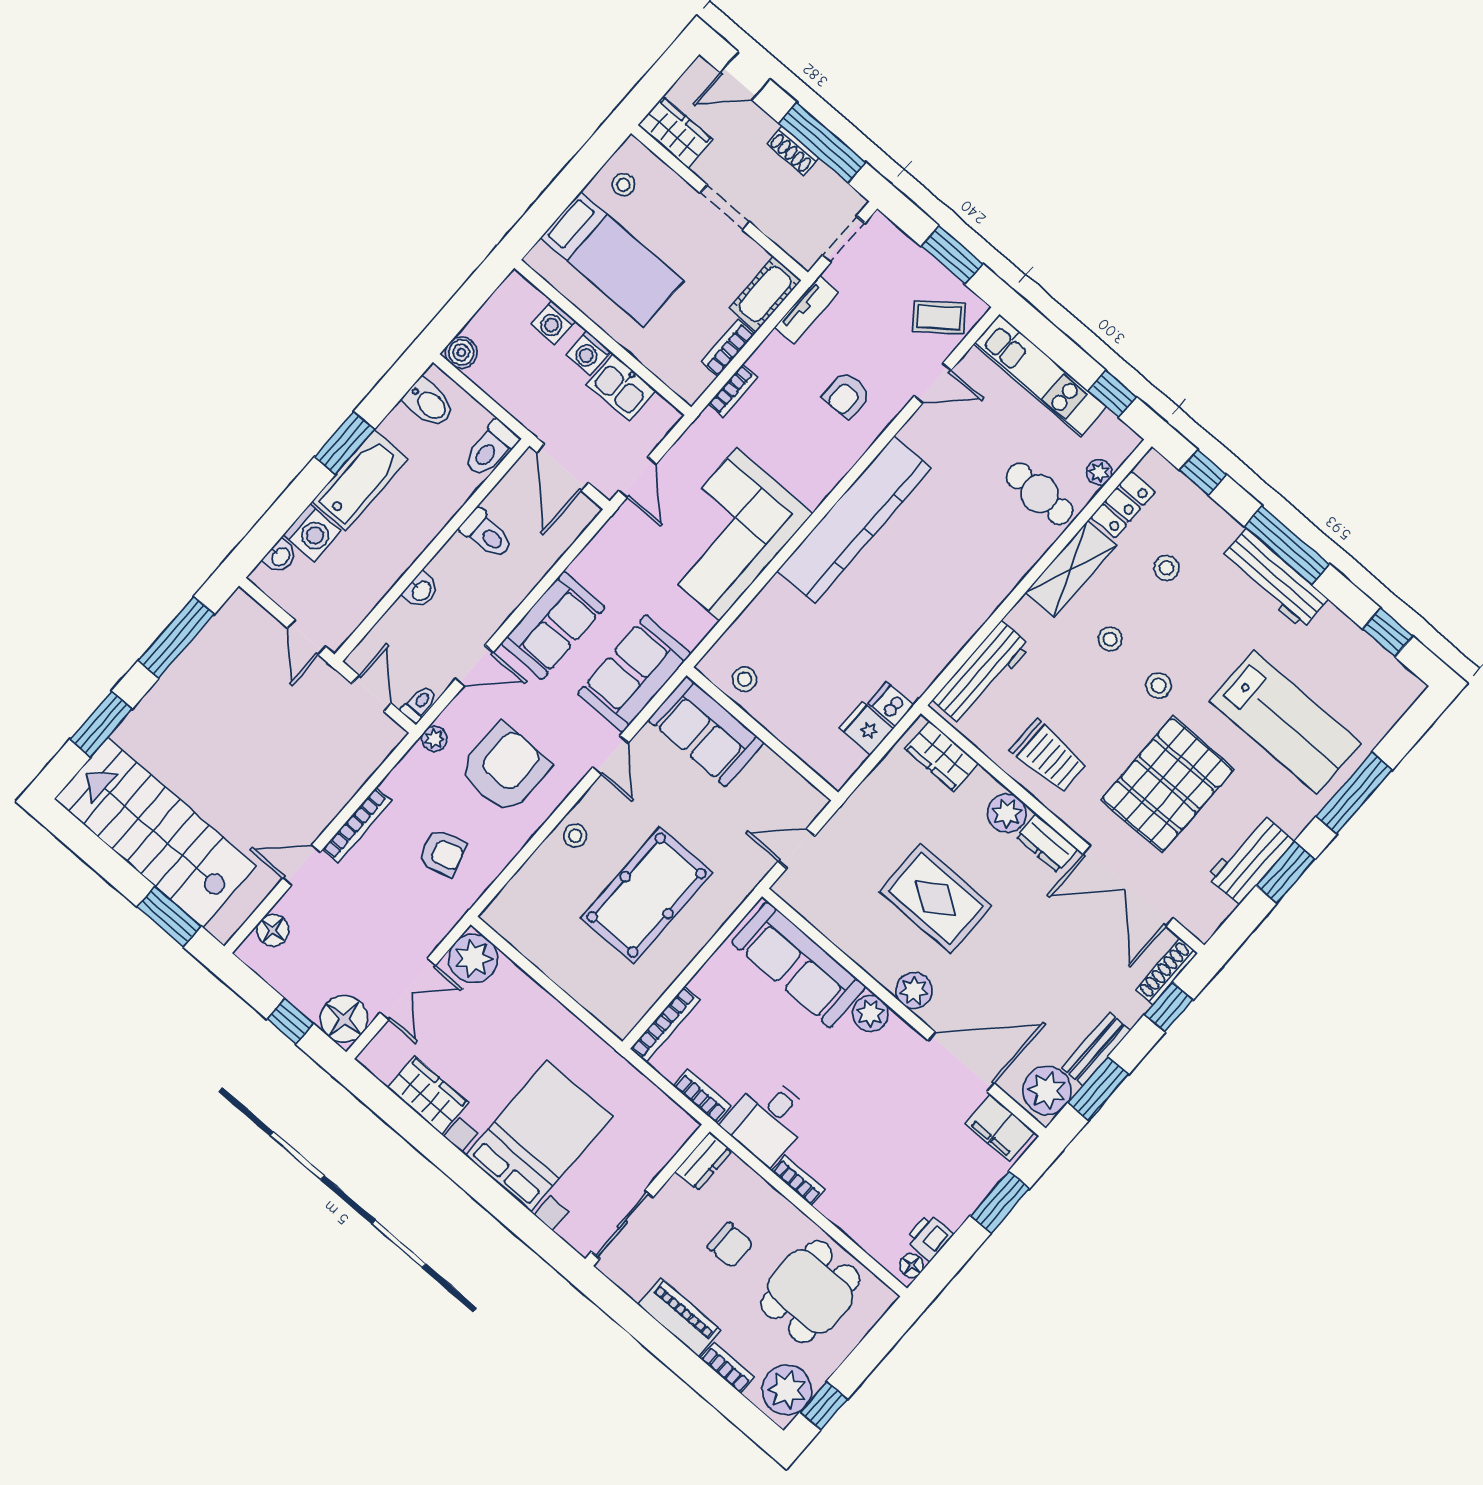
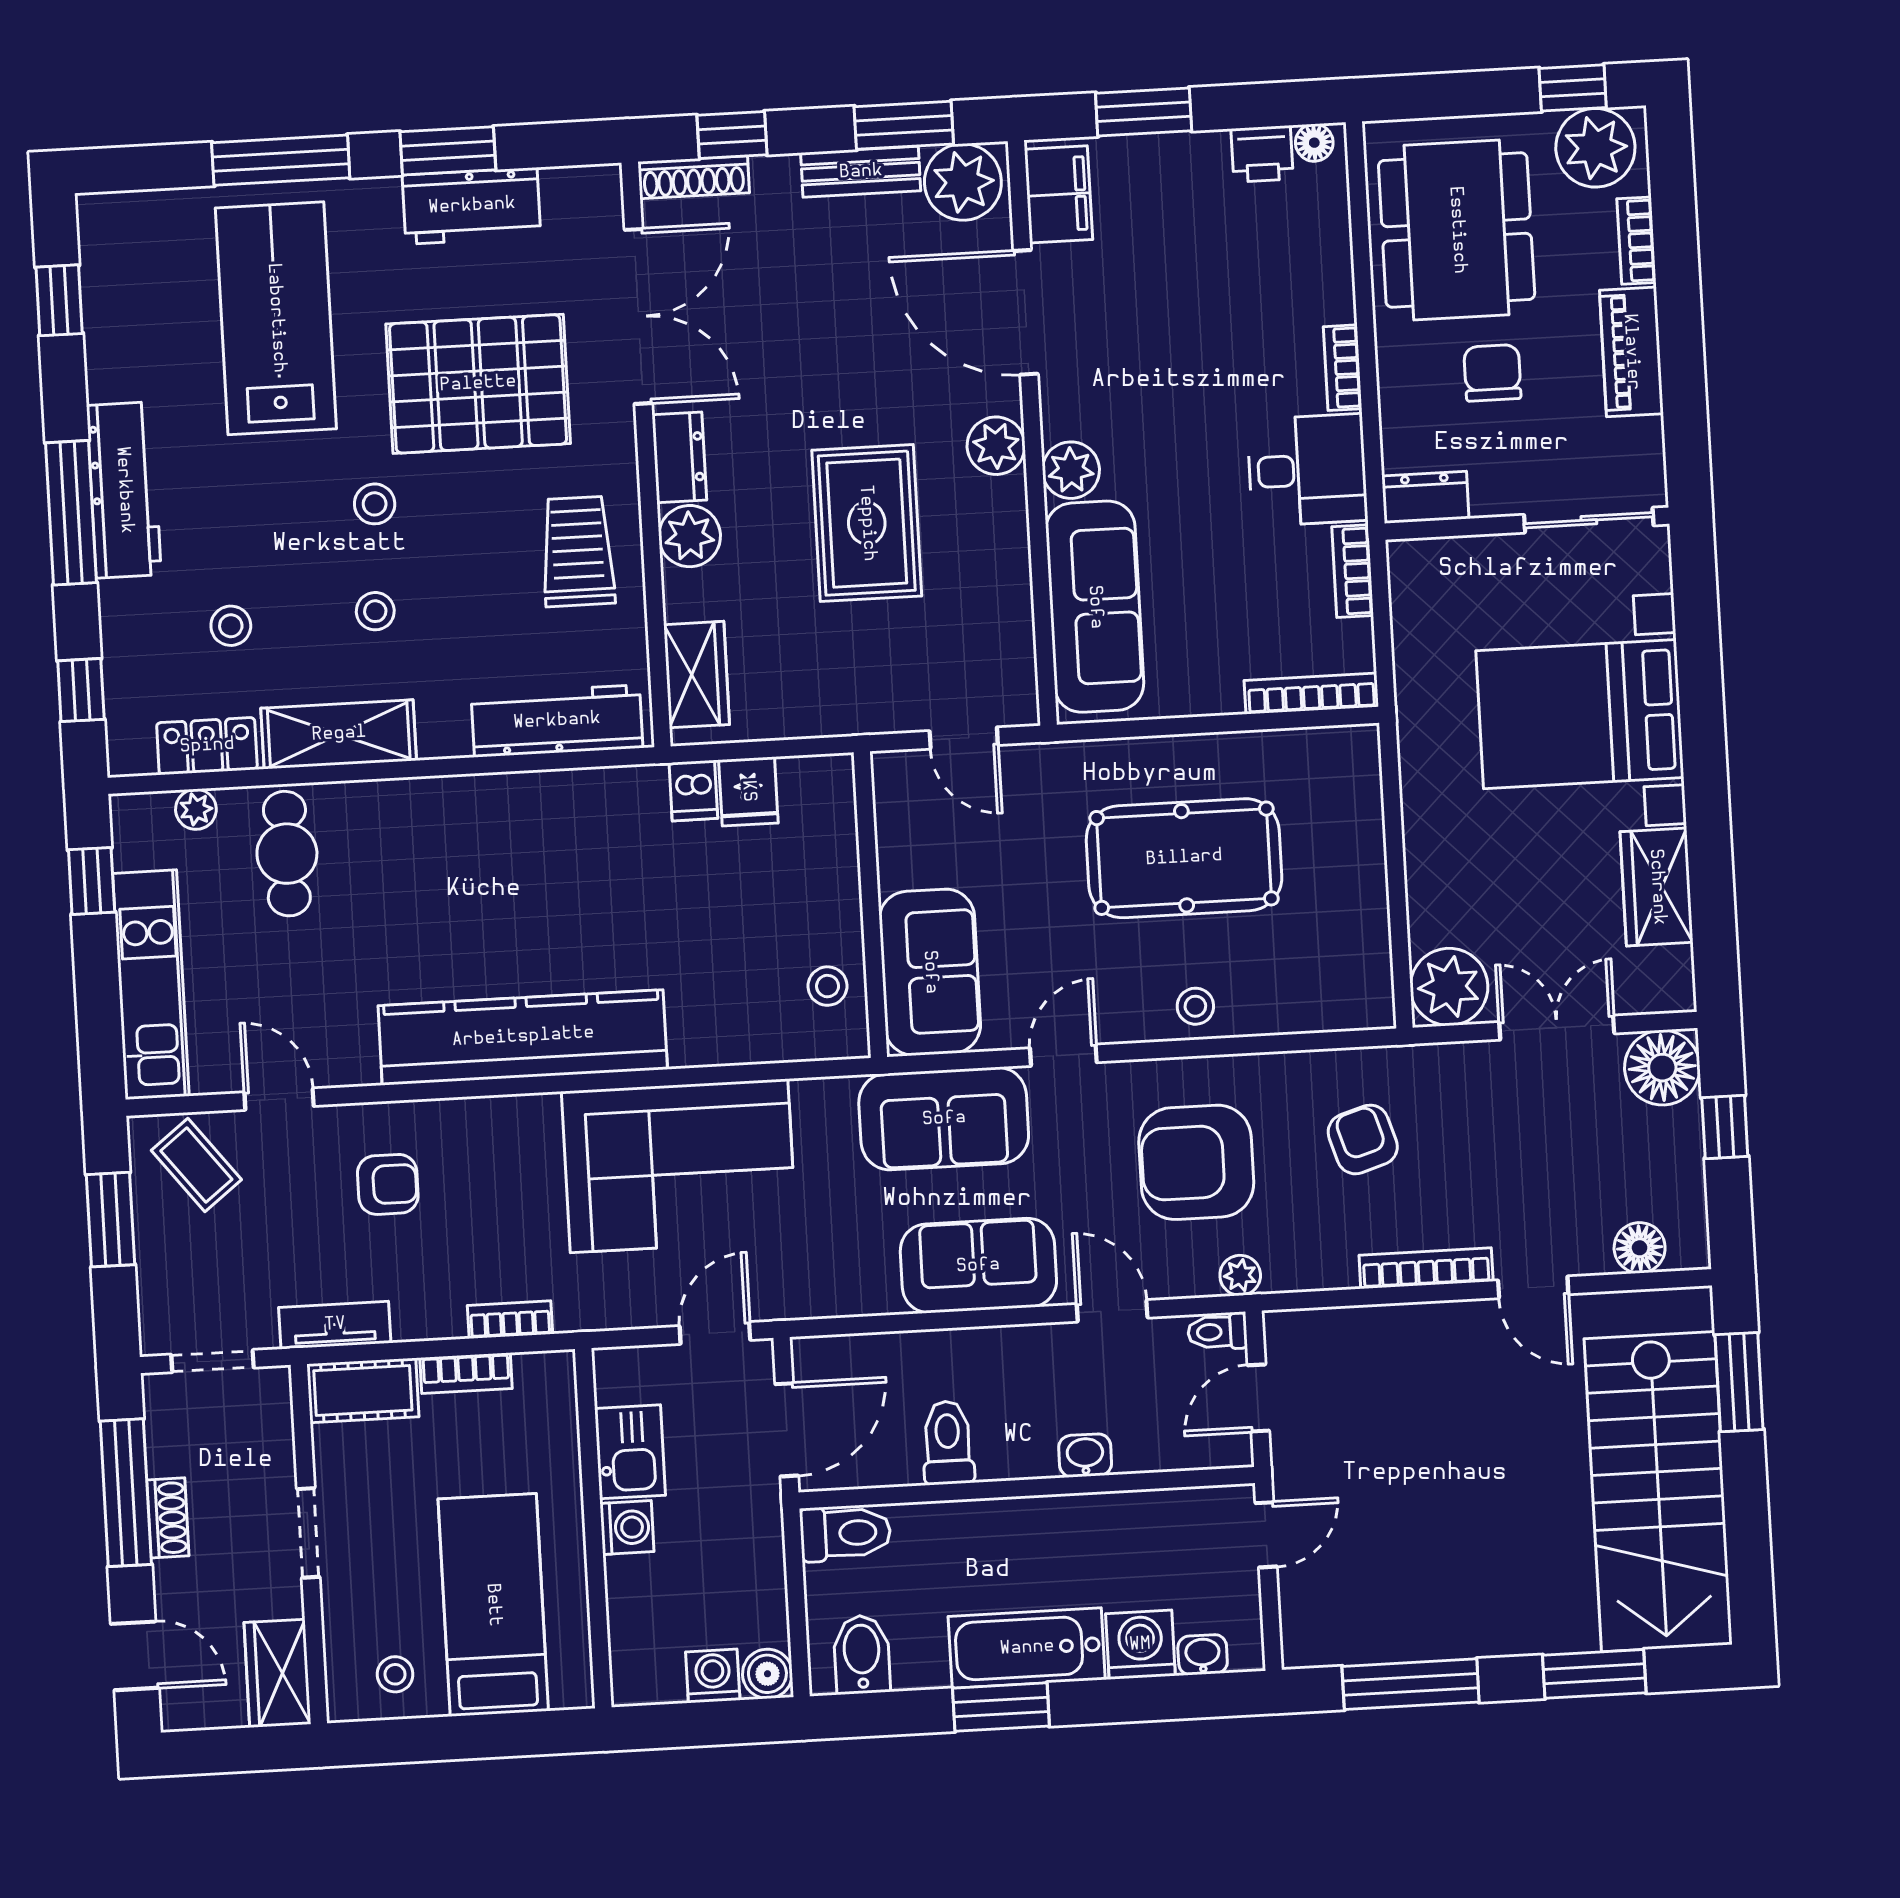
washing machine: (553, 323) -> (713, 1676), moved, turned -90
dining table: (810, 1292) -> (1457, 230), width x1.38

